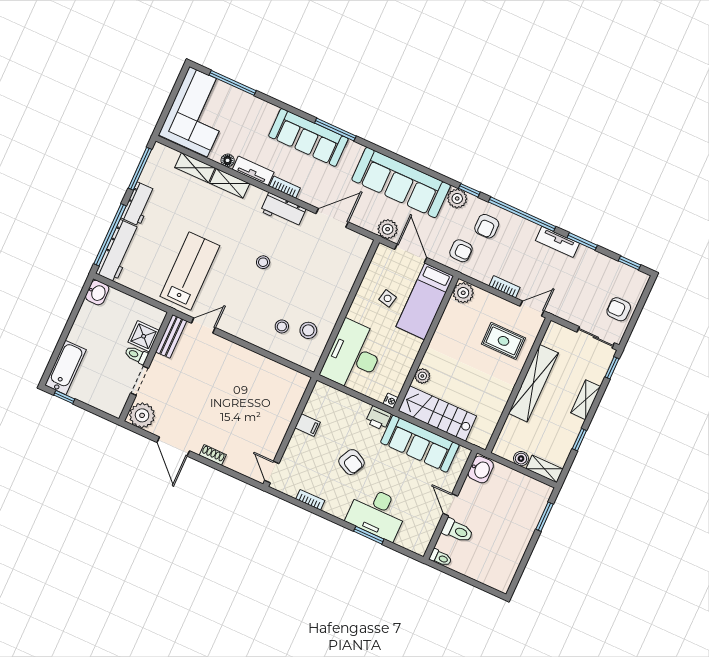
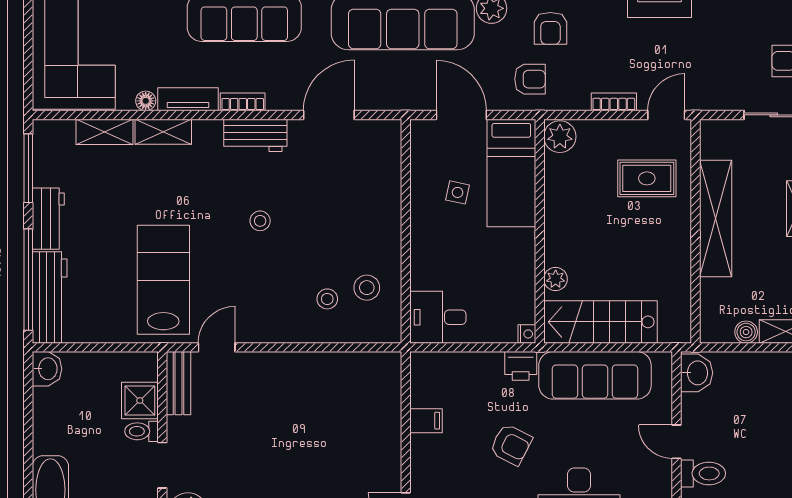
plant: (388, 229) -> (414, 96), removed
desk: (354, 356) -> (438, 317), width x0.53, depth x0.77

